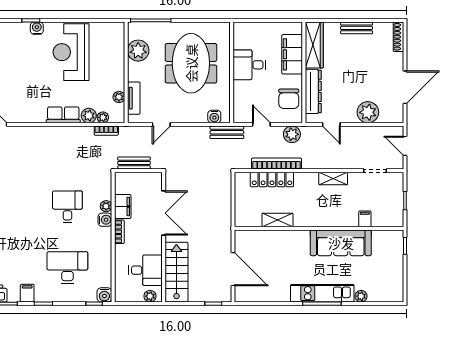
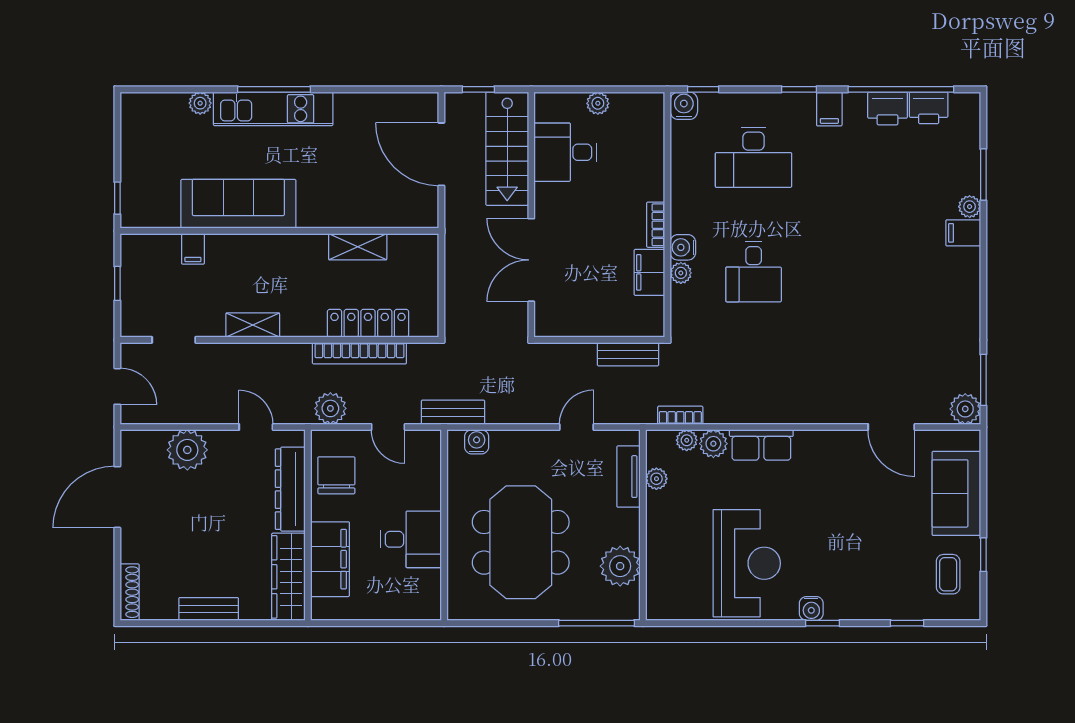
double door: (164, 213) -> (531, 260), moved
wall: (164, 237) -> (531, 215), moved
desk: (146, 270) -> (565, 152), moved
stairs: (176, 272) -> (507, 149), moved

